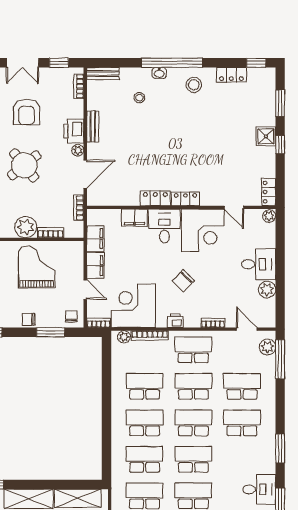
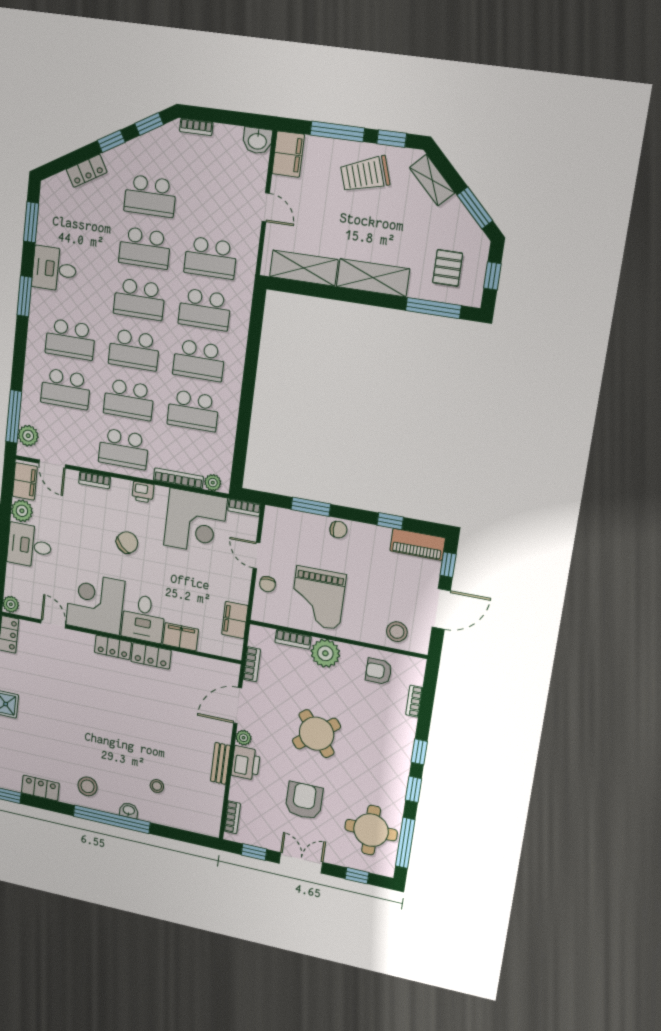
bench: (103, 74) -> (199, 826), removed
filing cabinet: (95, 266) -> (25, 481), moved, turned 180
chair: (71, 316) -> (267, 584), moved
desk: (259, 489) -> (54, 269), moved

